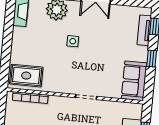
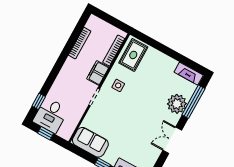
side table: (73, 41) -> (118, 85), moved
filing cabinet: (60, 104) -> (98, 73), added

